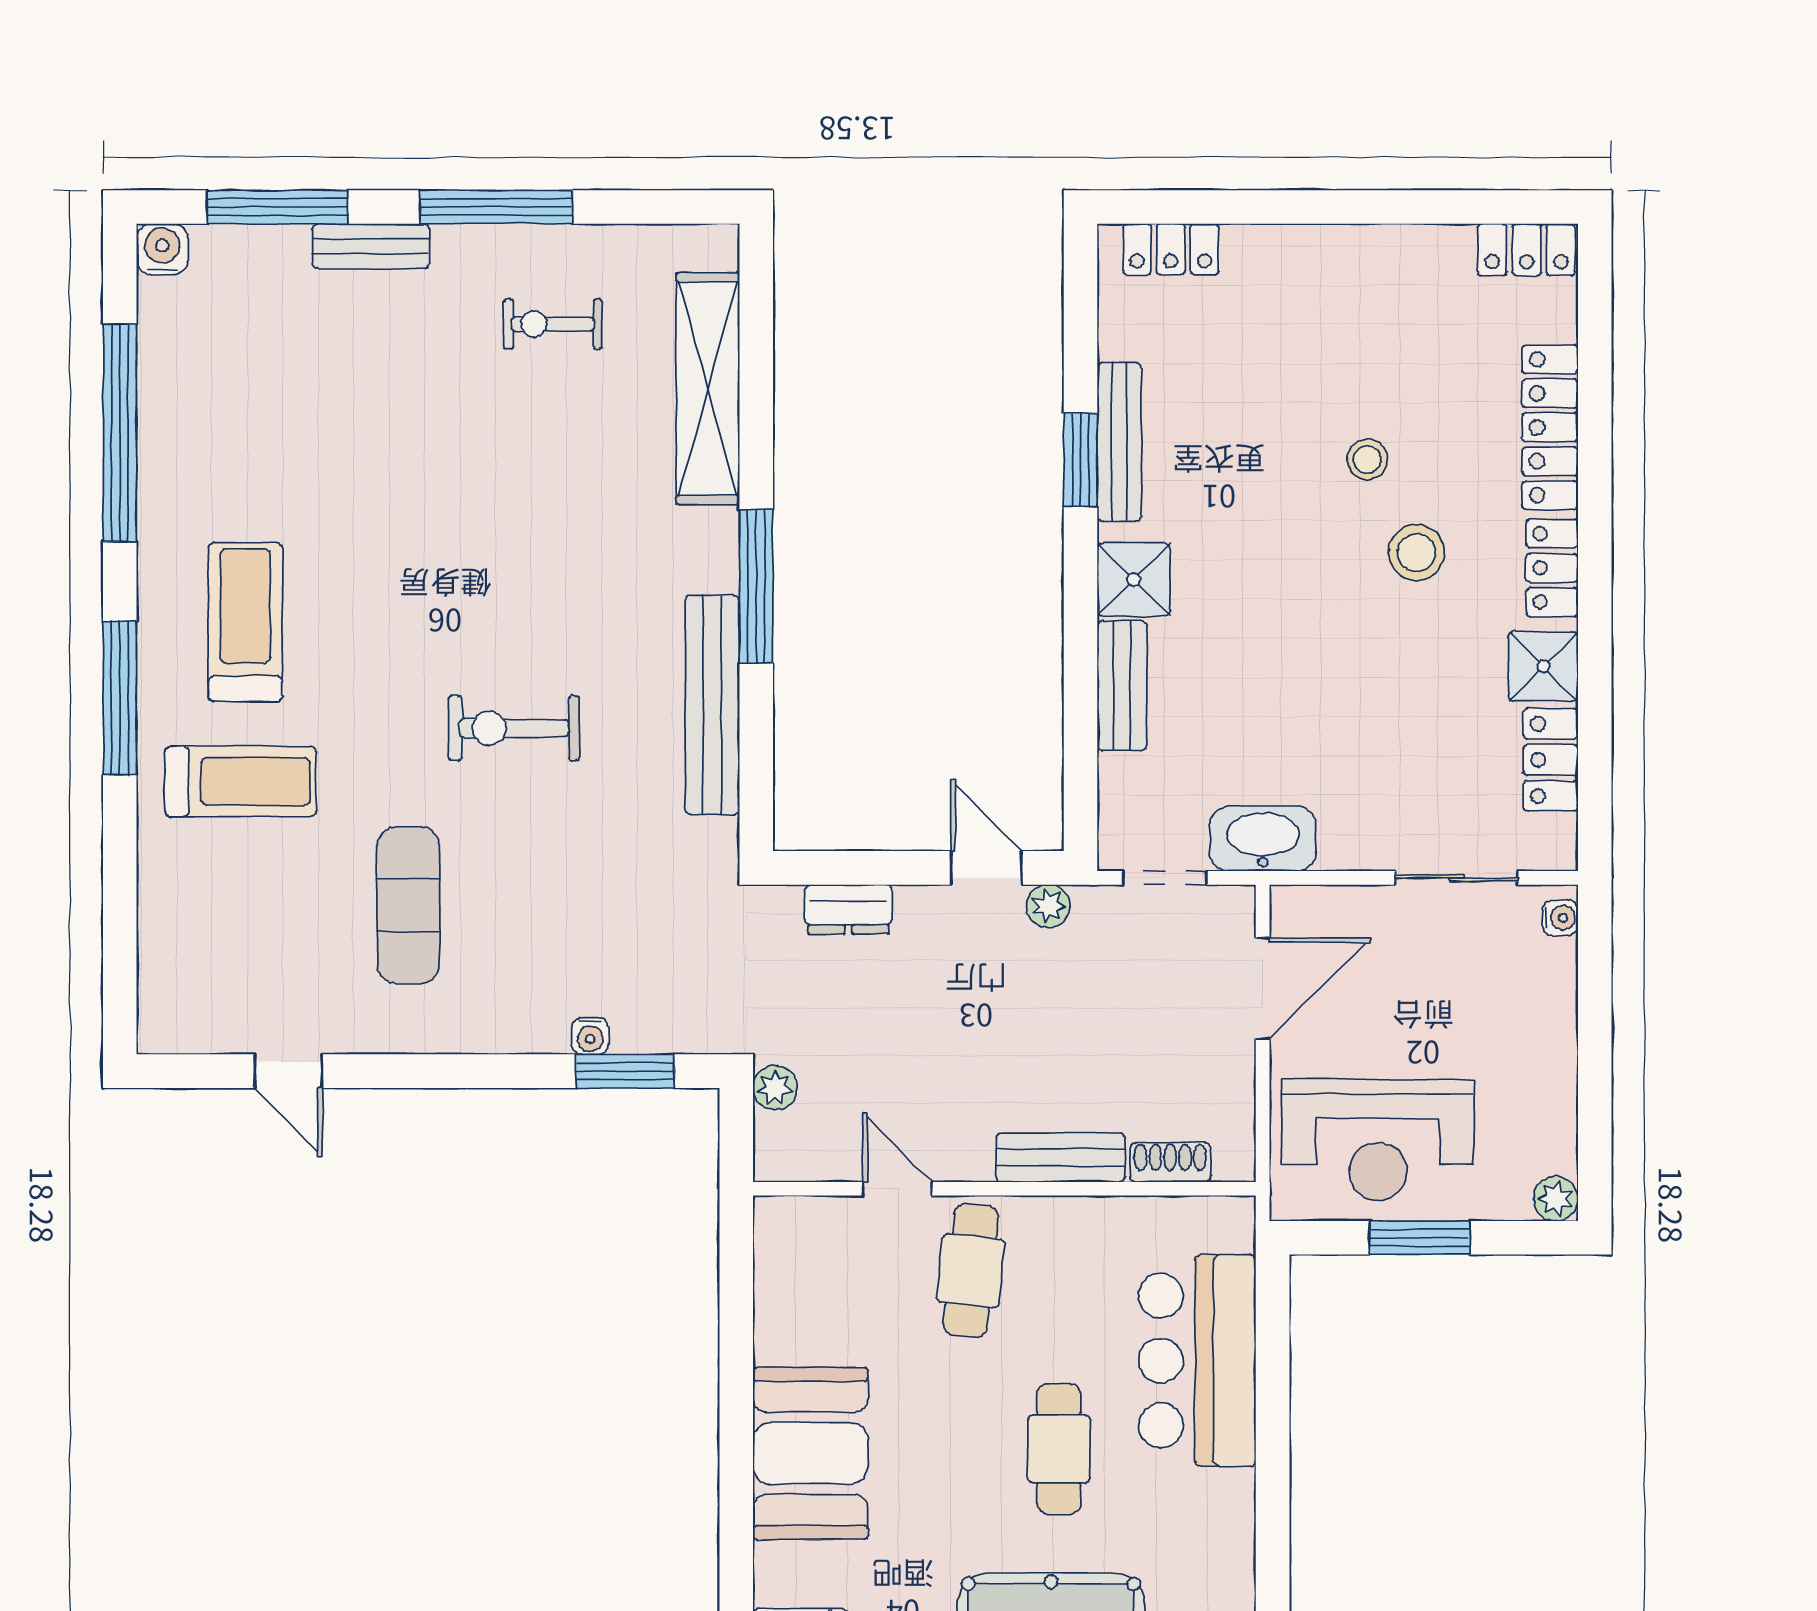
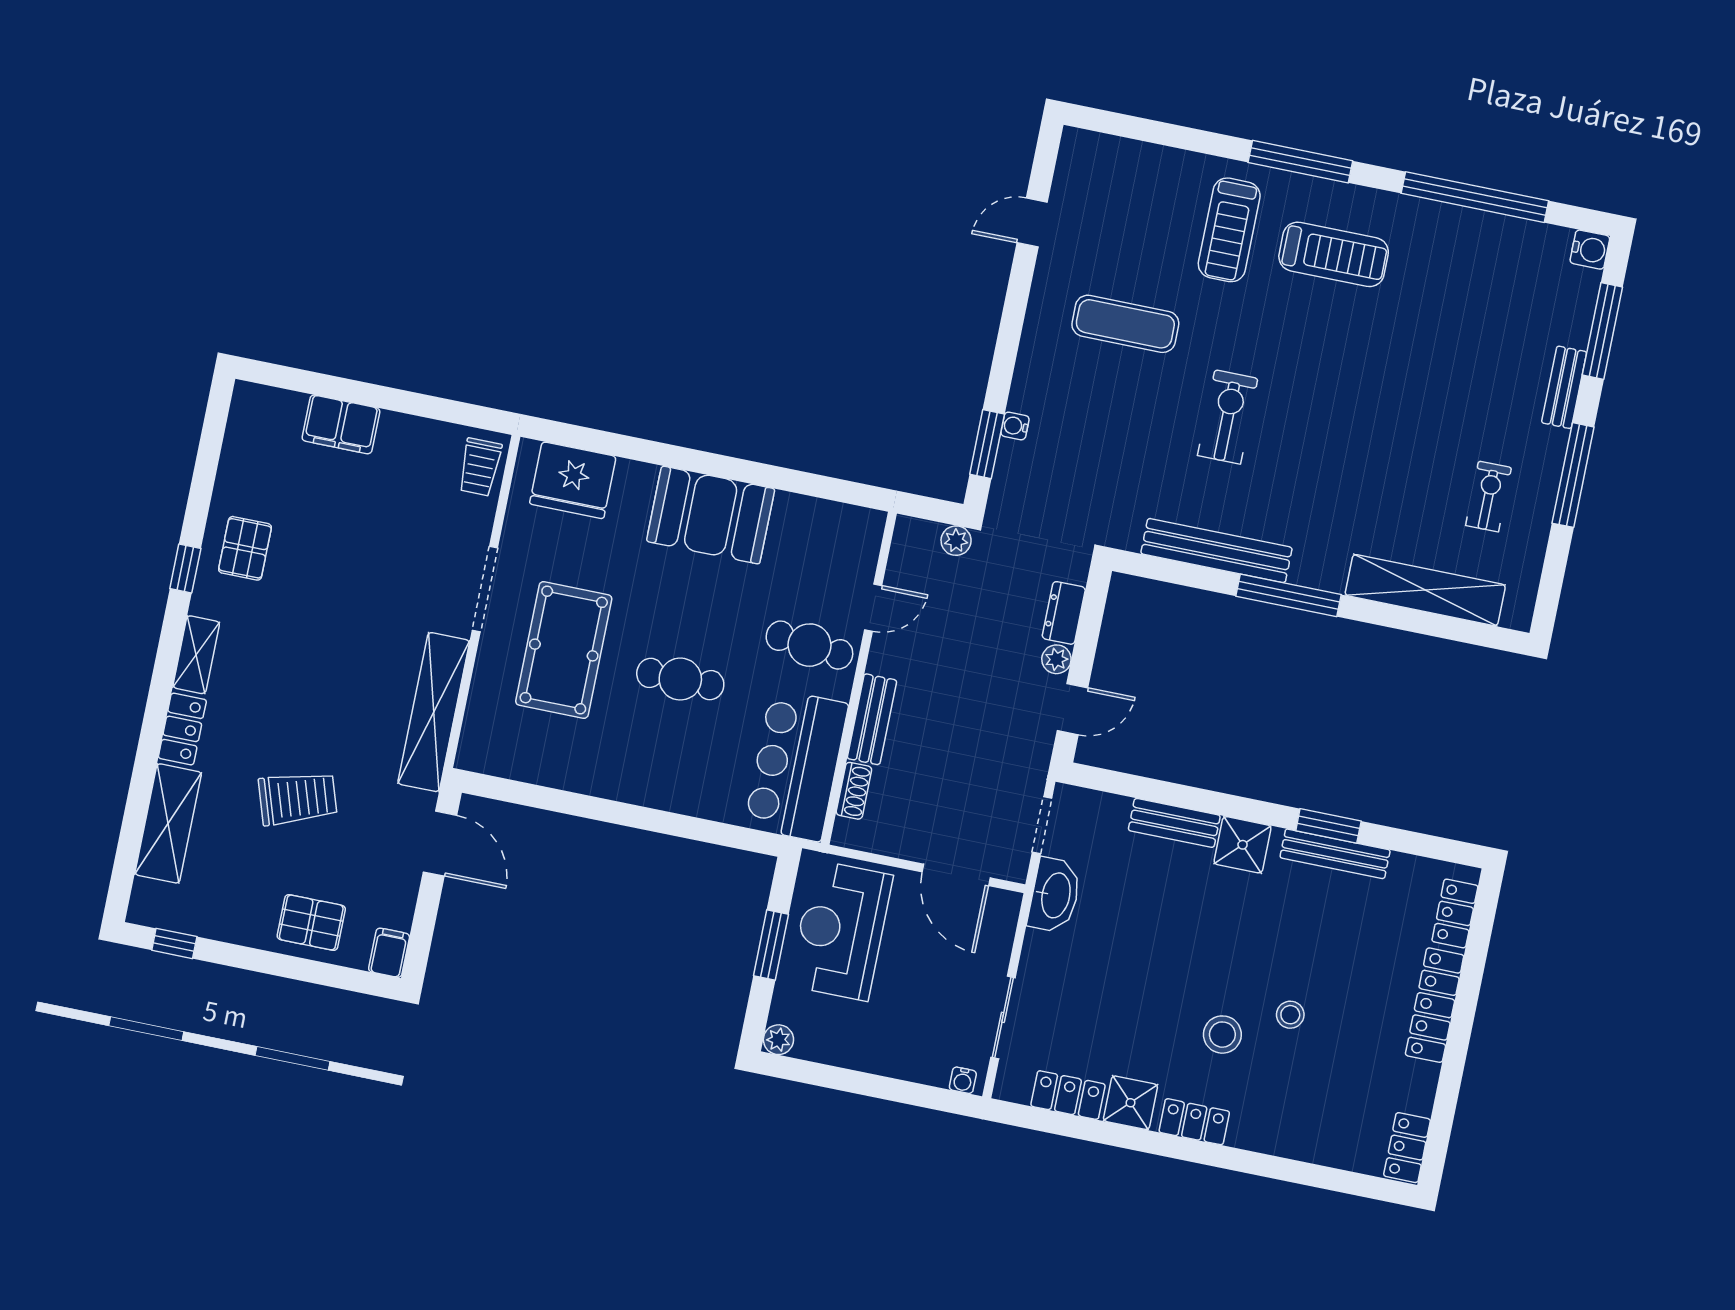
locker: (1550, 427) -> (1435, 1005), moved, turned -90
plant: (1048, 906) -> (1056, 659), moved
bar counter: (1197, 1361) -> (796, 765), moved, turned -90

